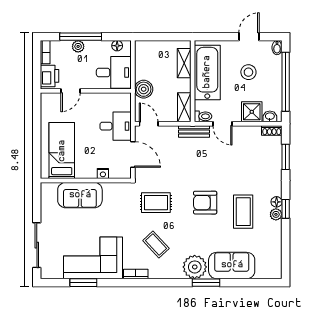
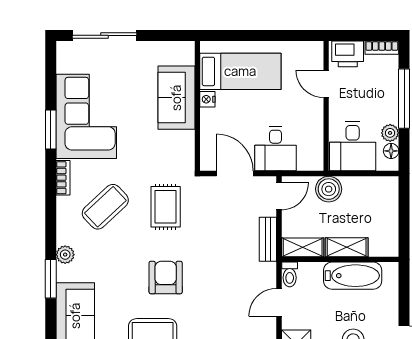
plant: (78, 46) -> (390, 133), moved
shelving: (184, 63) -> (347, 247), moved
bathtub: (207, 72) -> (353, 276), width x0.73, depth x0.73
bench: (194, 131) -> (268, 239), moved
door: (133, 154) -> (235, 174), swing flipped
nightstand: (103, 174) -> (207, 99), moved
coffee table: (156, 245) -> (105, 207), width x1.36, depth x1.30
plant: (195, 267) -> (65, 255), width x0.53, depth x0.53
window: (83, 283) -> (51, 130), moved

